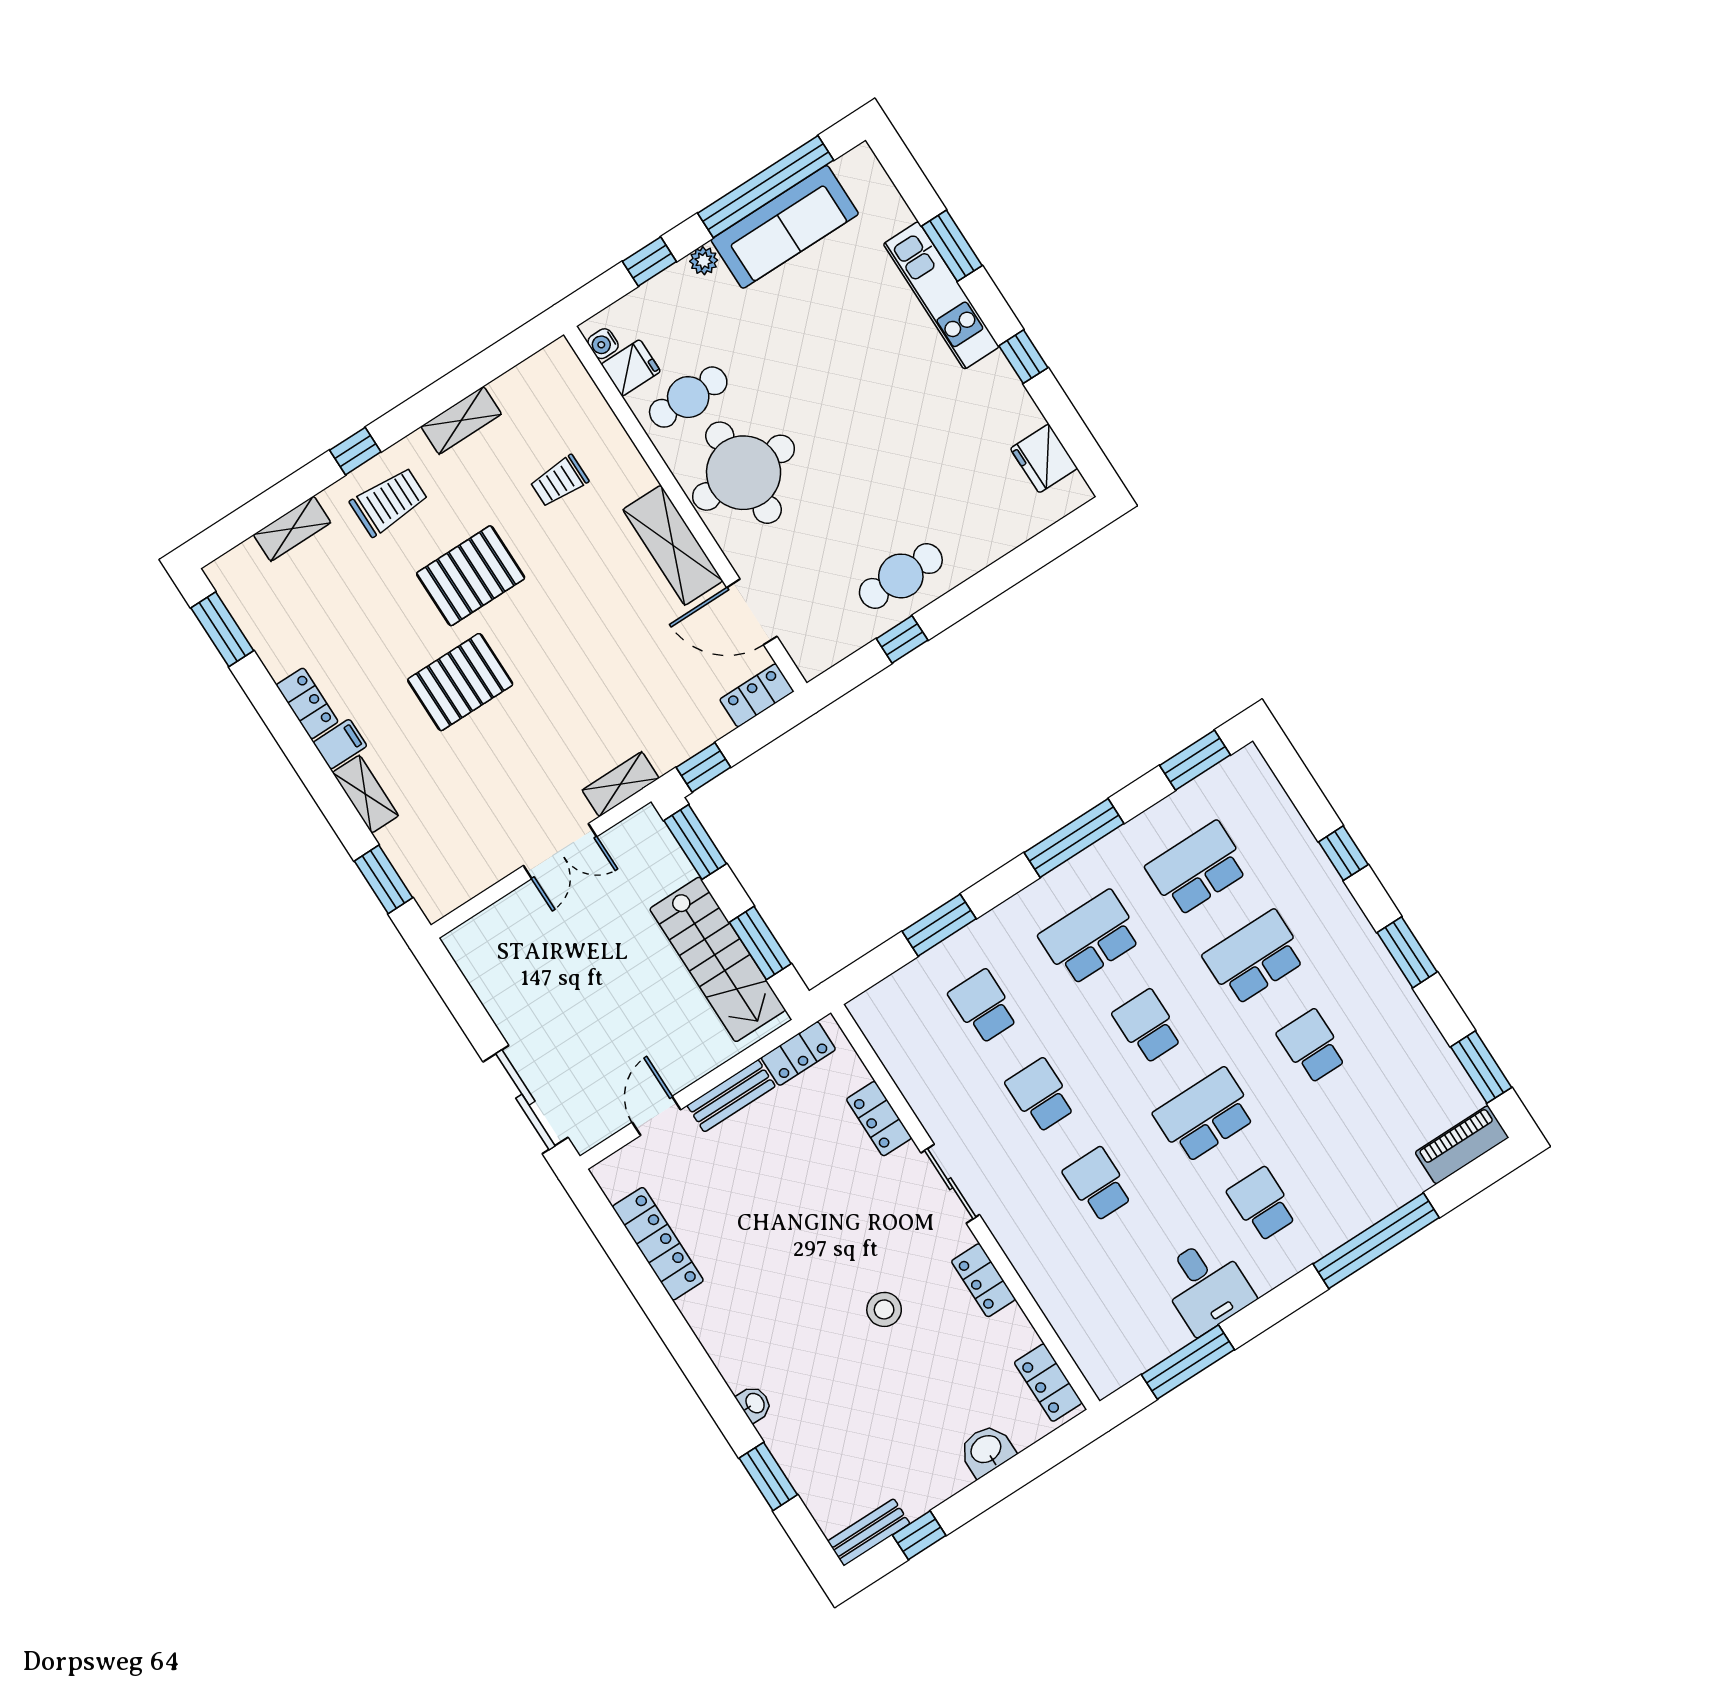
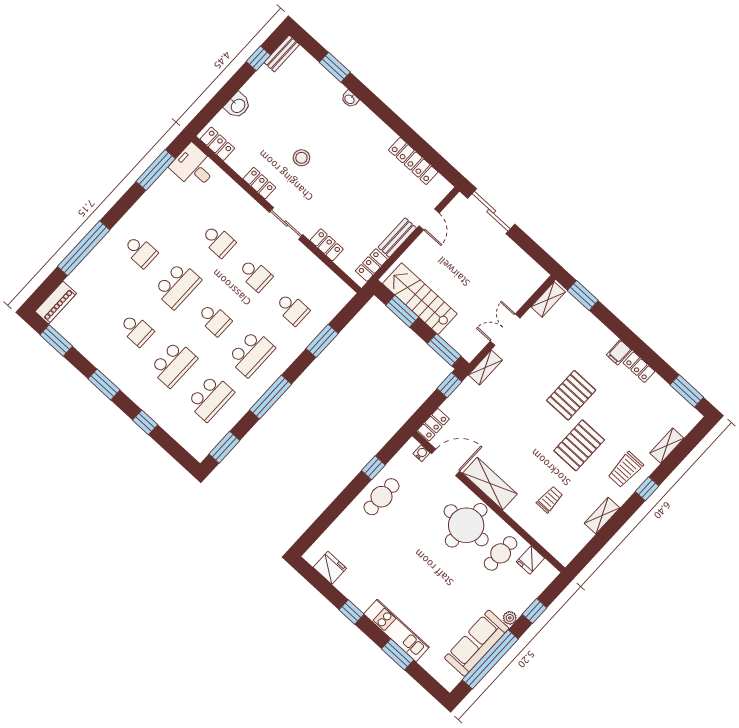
water cooler: (603, 344) -> (421, 453), moved
shelving: (365, 794) -> (548, 299), moved, turned 90
desk: (1206, 1286) -> (194, 167), moved

